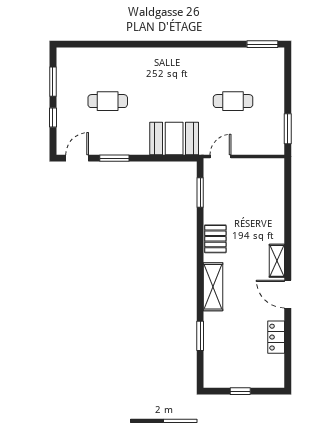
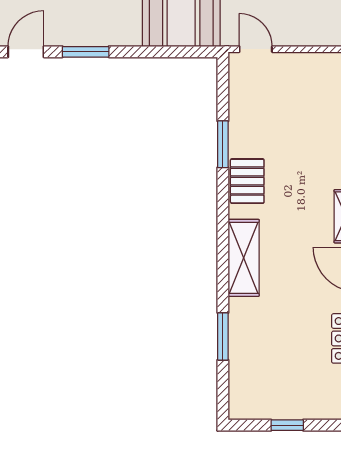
door: (221, 156) -> (256, 49), hinge flipped
window: (200, 193) -> (223, 144), moved

